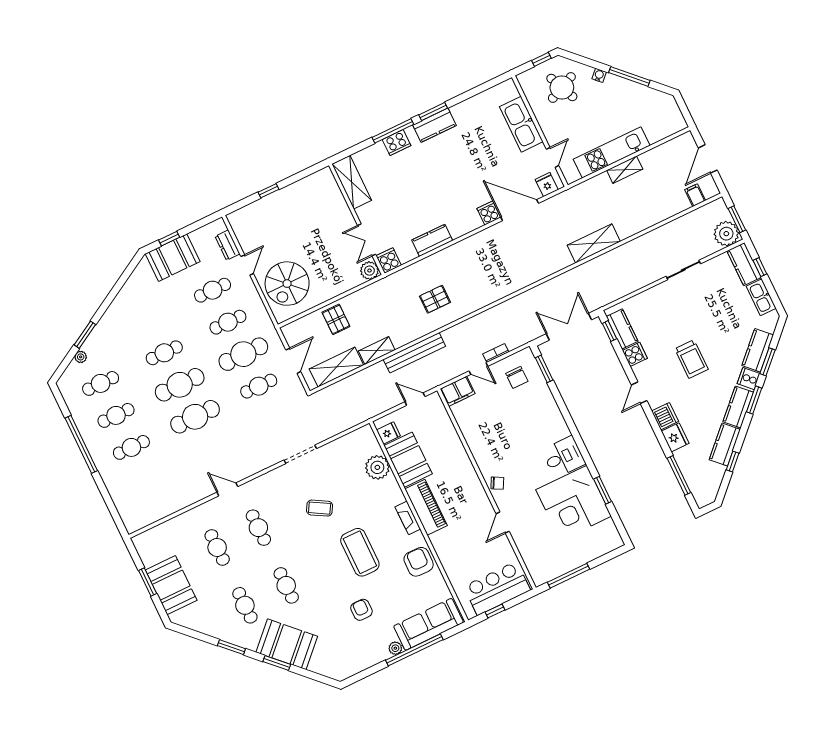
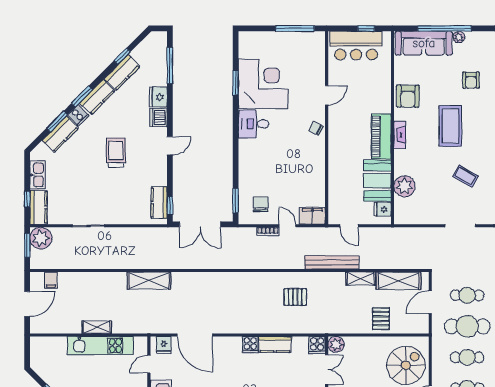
cooker: (489, 213) -> (250, 344), moved
cooker: (635, 354) -> (159, 178), removed

